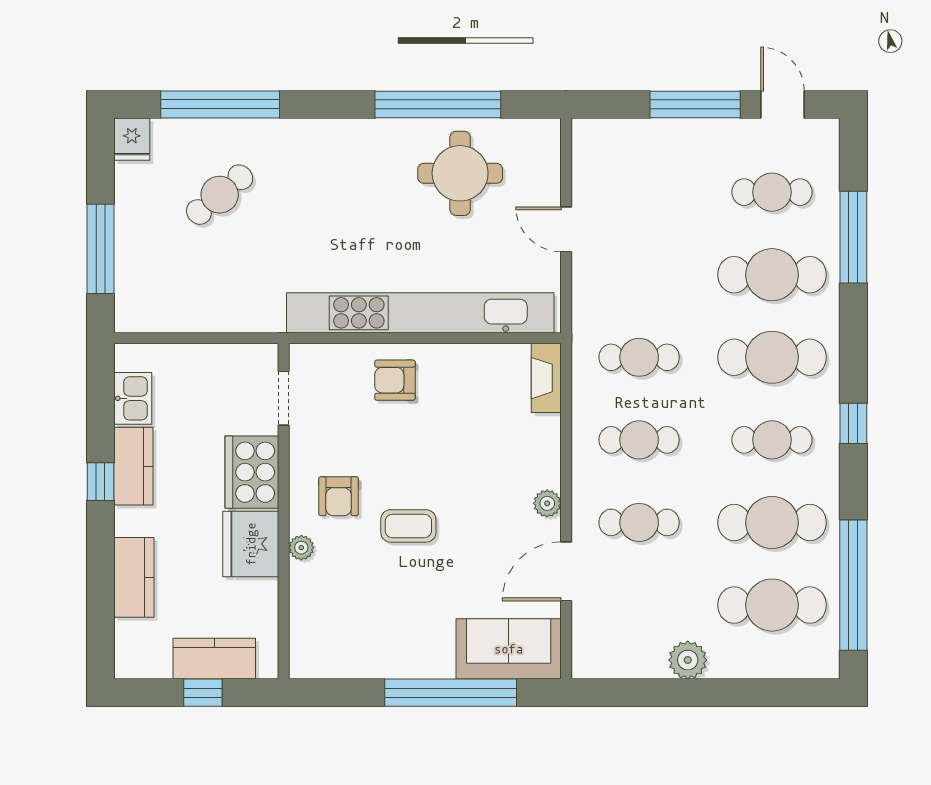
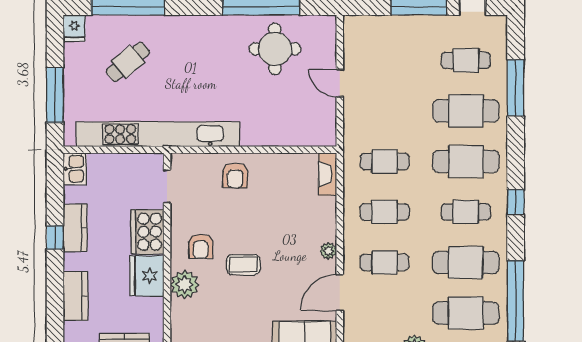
kitchen unit: (420, 313) -> (158, 134), moved
armchair: (395, 380) -> (235, 175), turned -90
kitchen sink: (133, 398) -> (75, 169), moved
plant: (301, 548) -> (185, 285), width x1.87, depth x1.87

